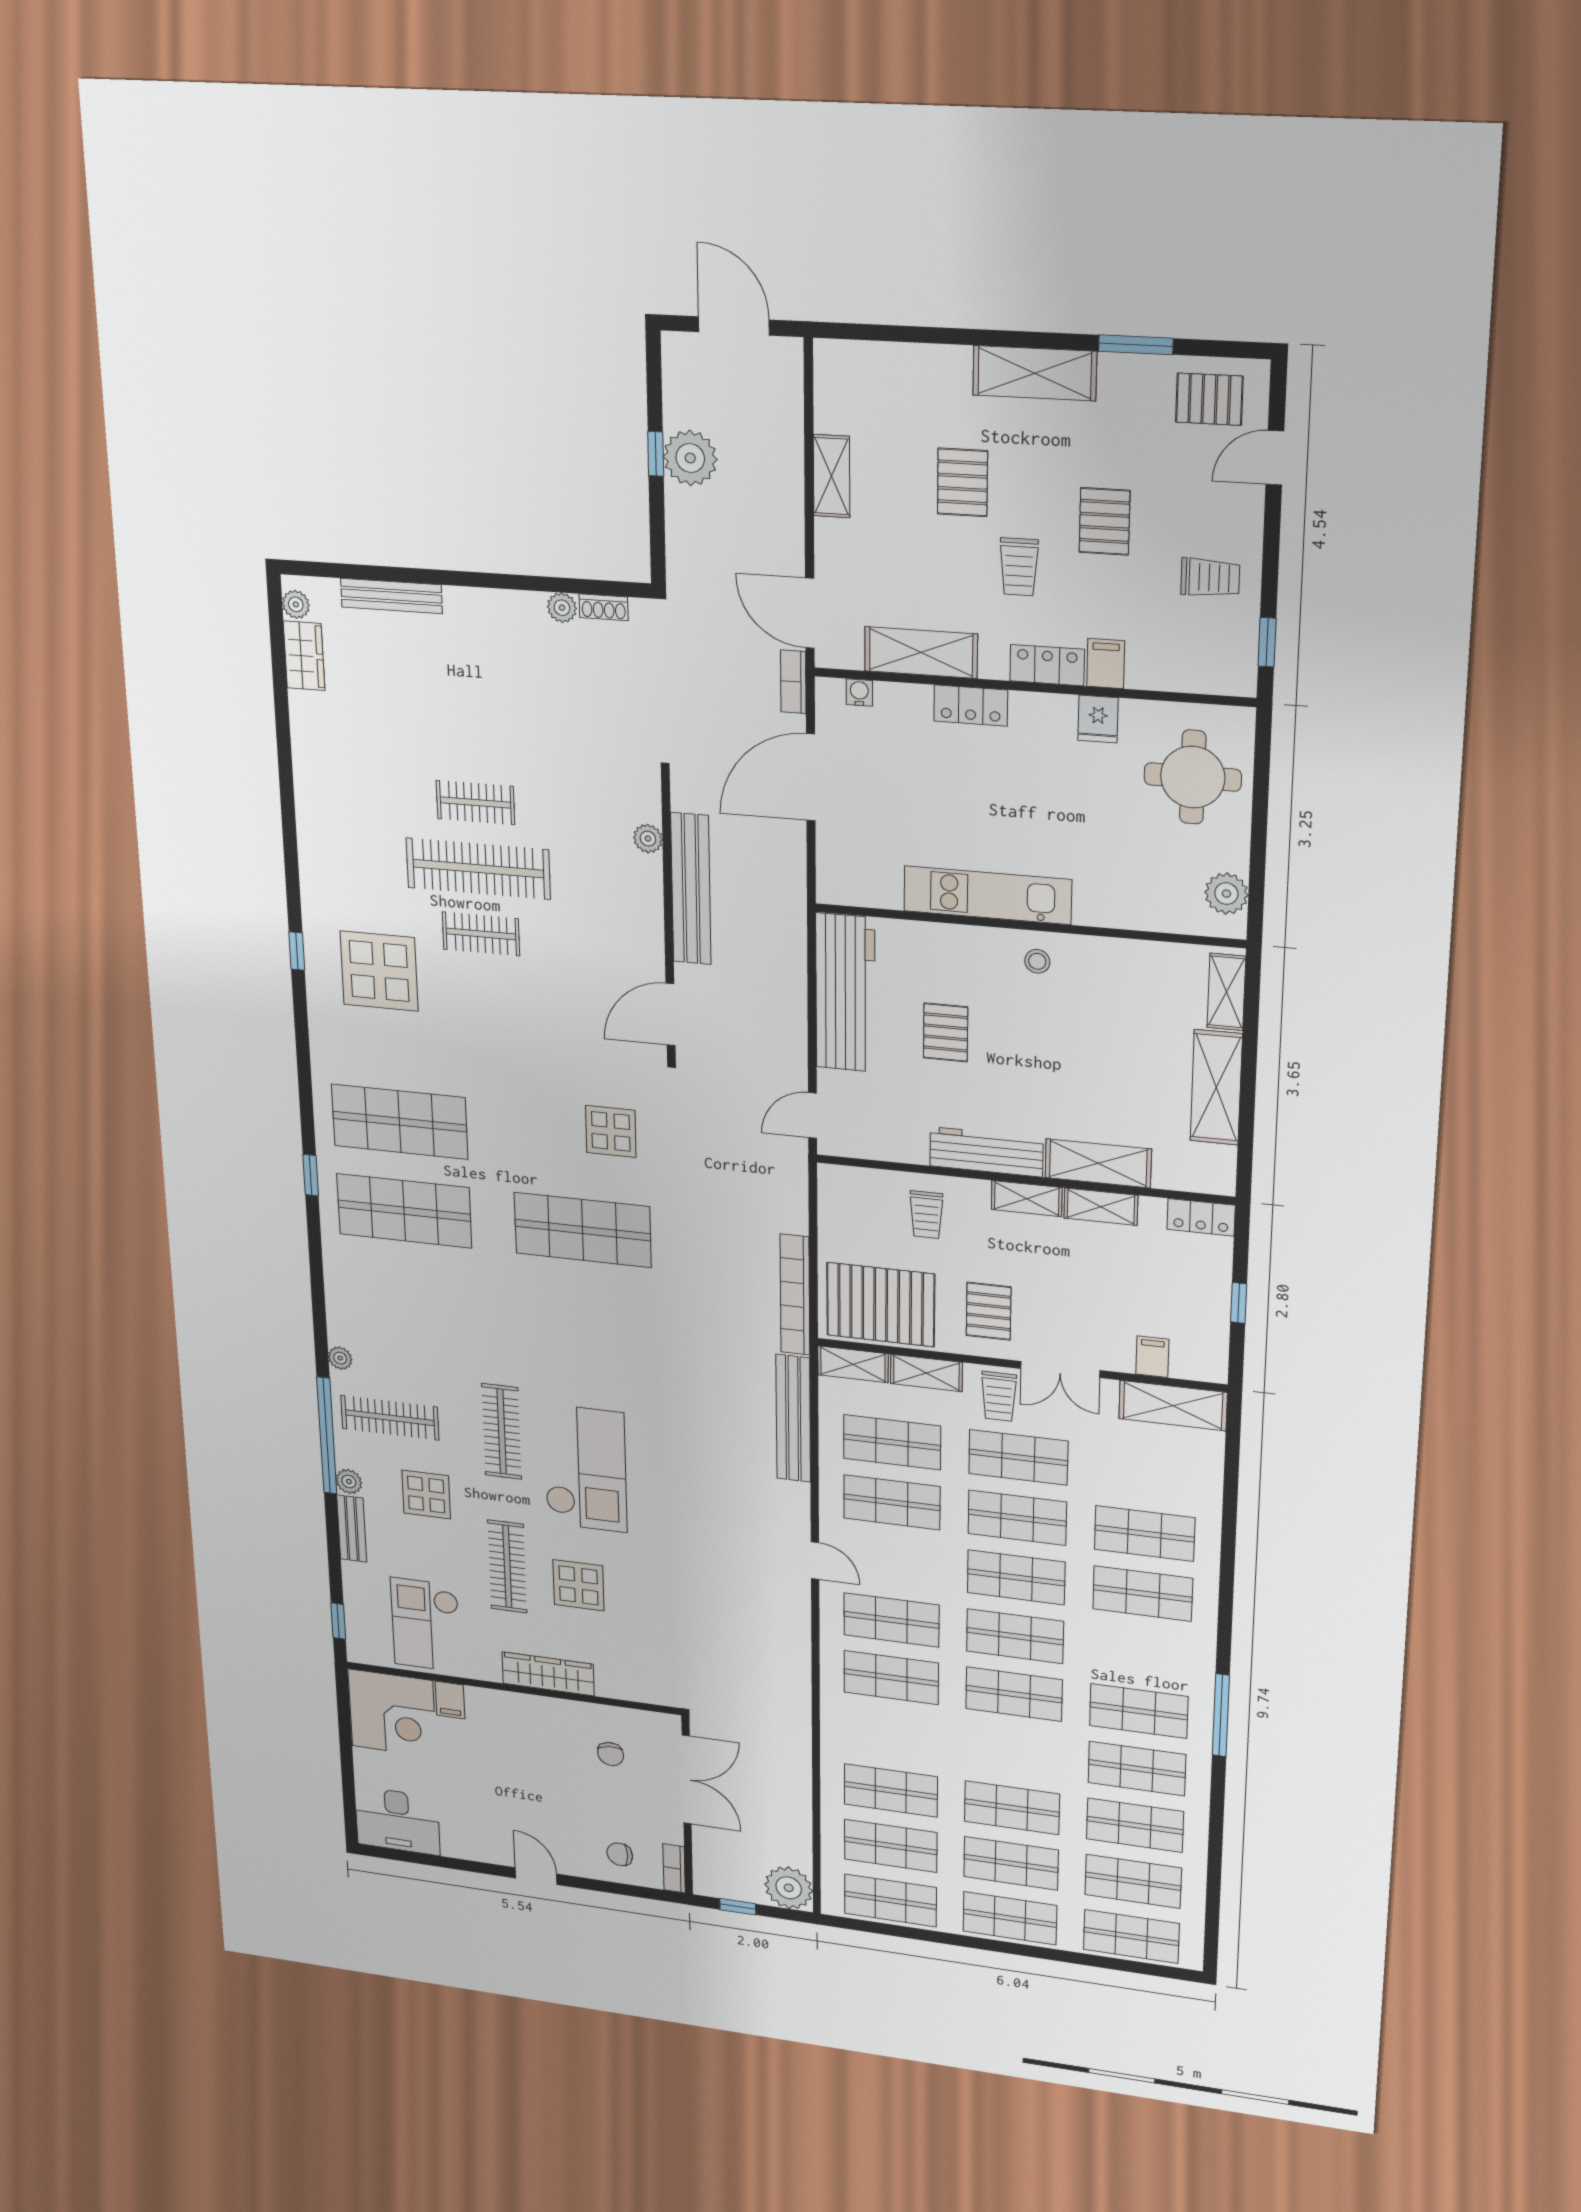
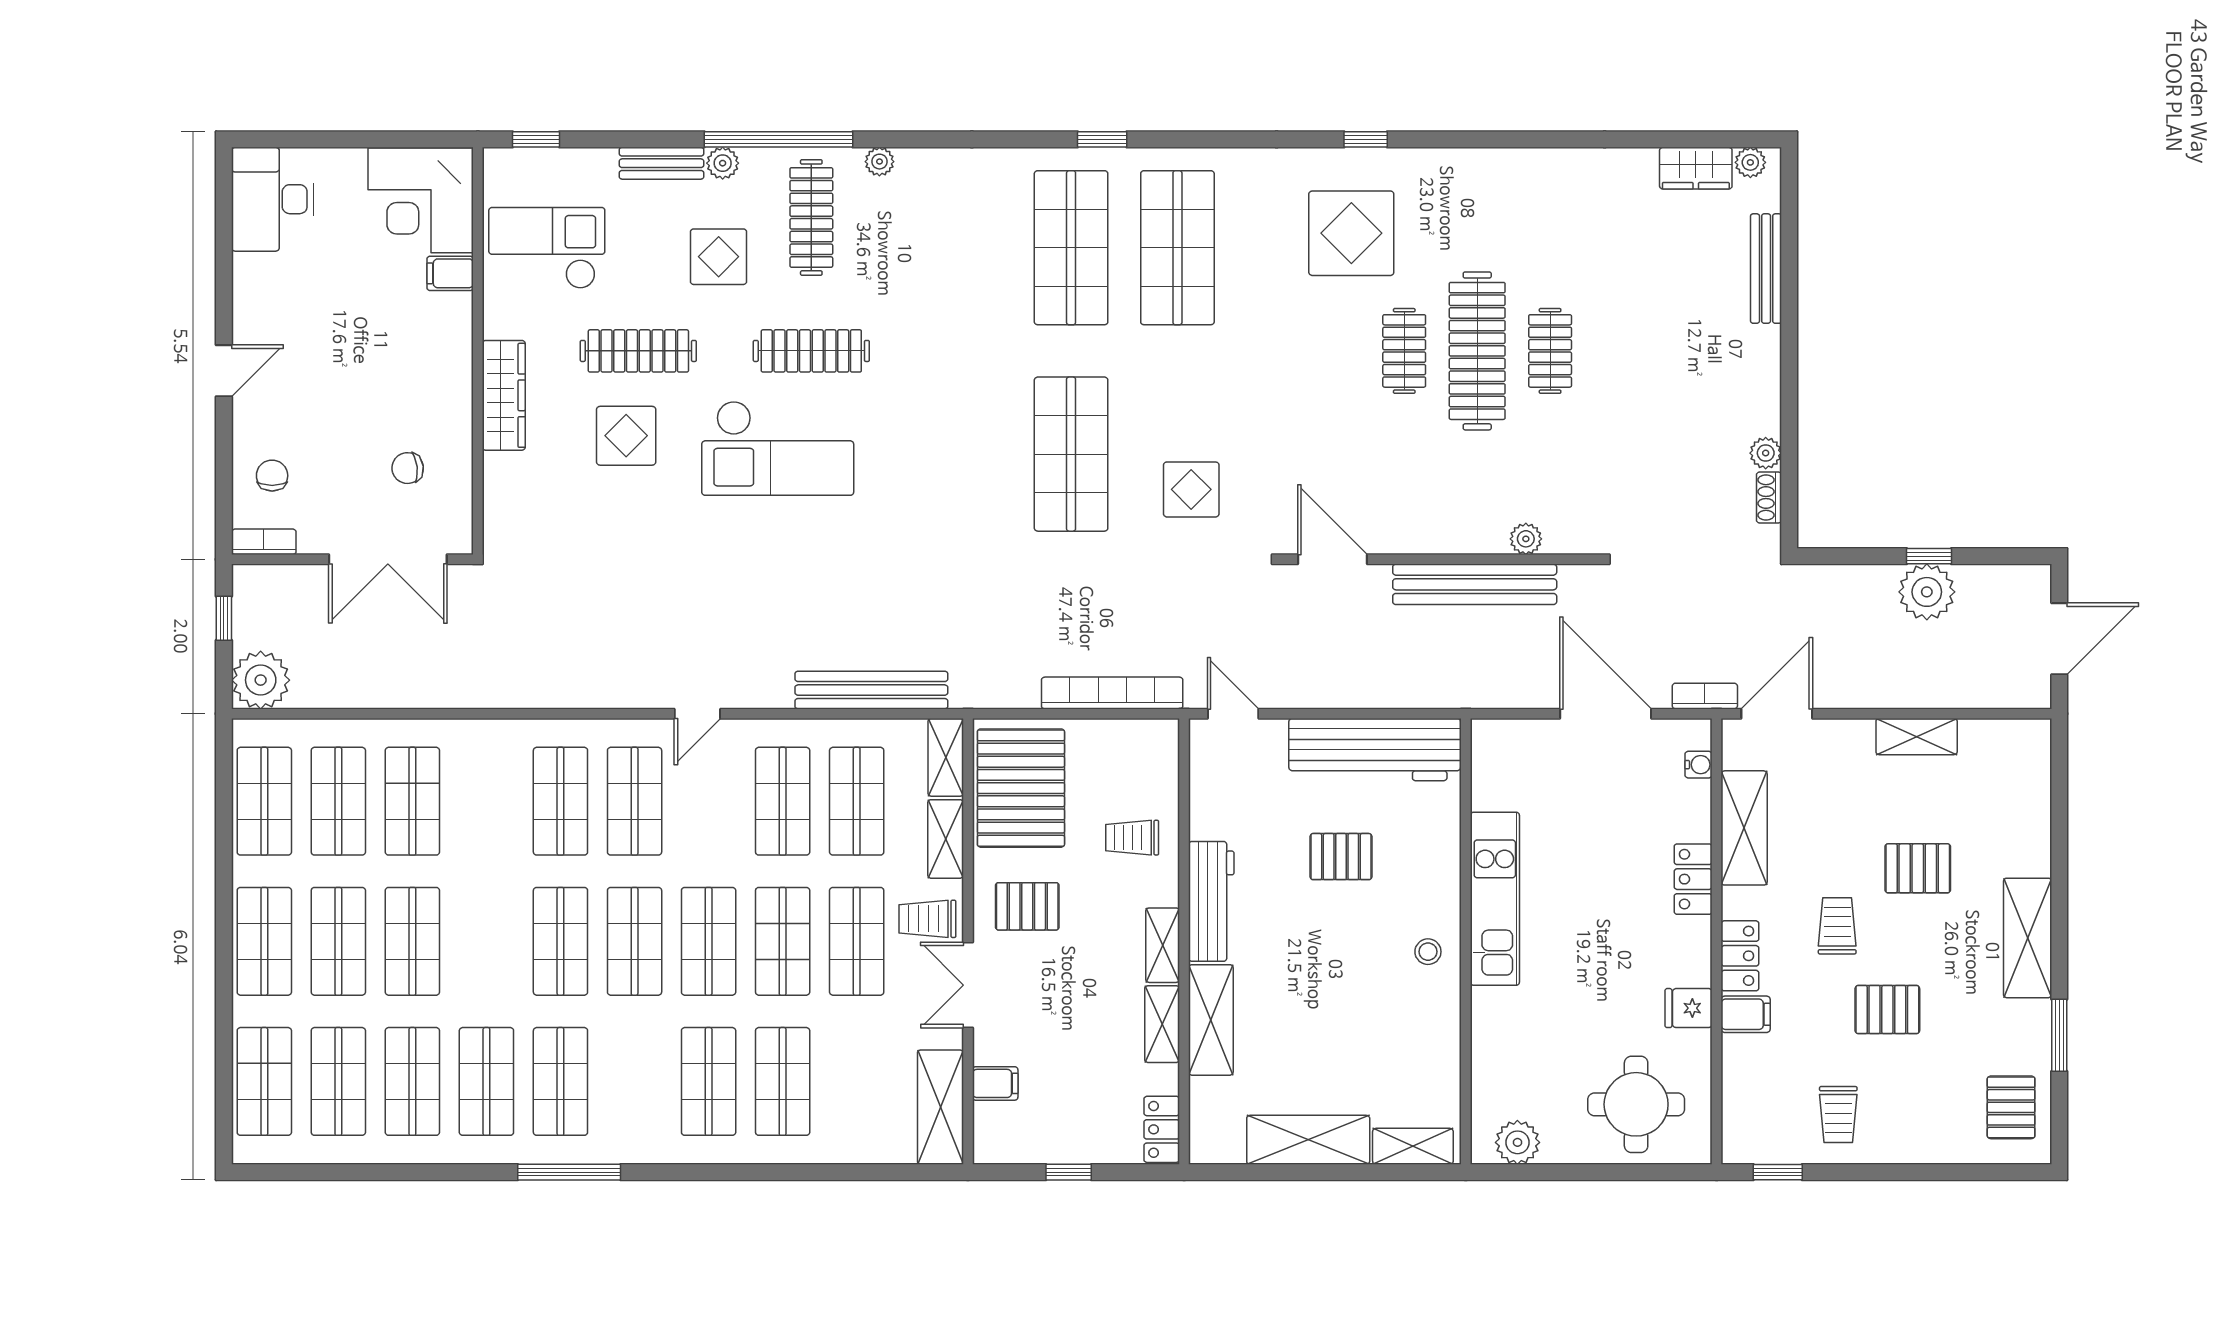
door: (1275, 458) -> (1958, 1172), removed
trolley: (1019, 567) -> (1837, 926), turned 90
bookcase: (795, 1295) -> (1112, 693), moved

